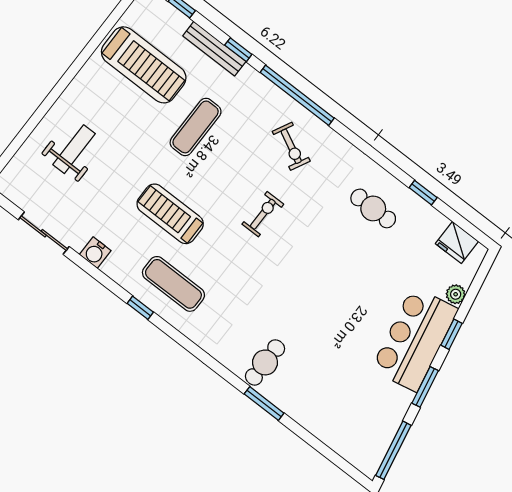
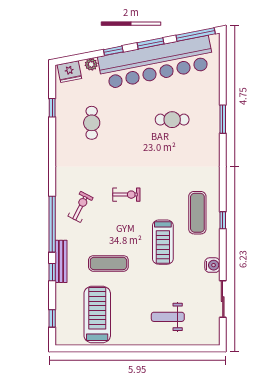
bench: (214, 49) -> (61, 261), moved
window: (423, 193) -> (52, 108), moved
cafe table: (373, 208) -> (92, 123), moved
exercise bike: (263, 214) -> (126, 195), turned 180
fridge: (457, 242) -> (69, 72), moved, turned 79
bar counter: (415, 339) -> (156, 63), width x1.86
cafe table: (265, 362) -> (172, 120), moved

